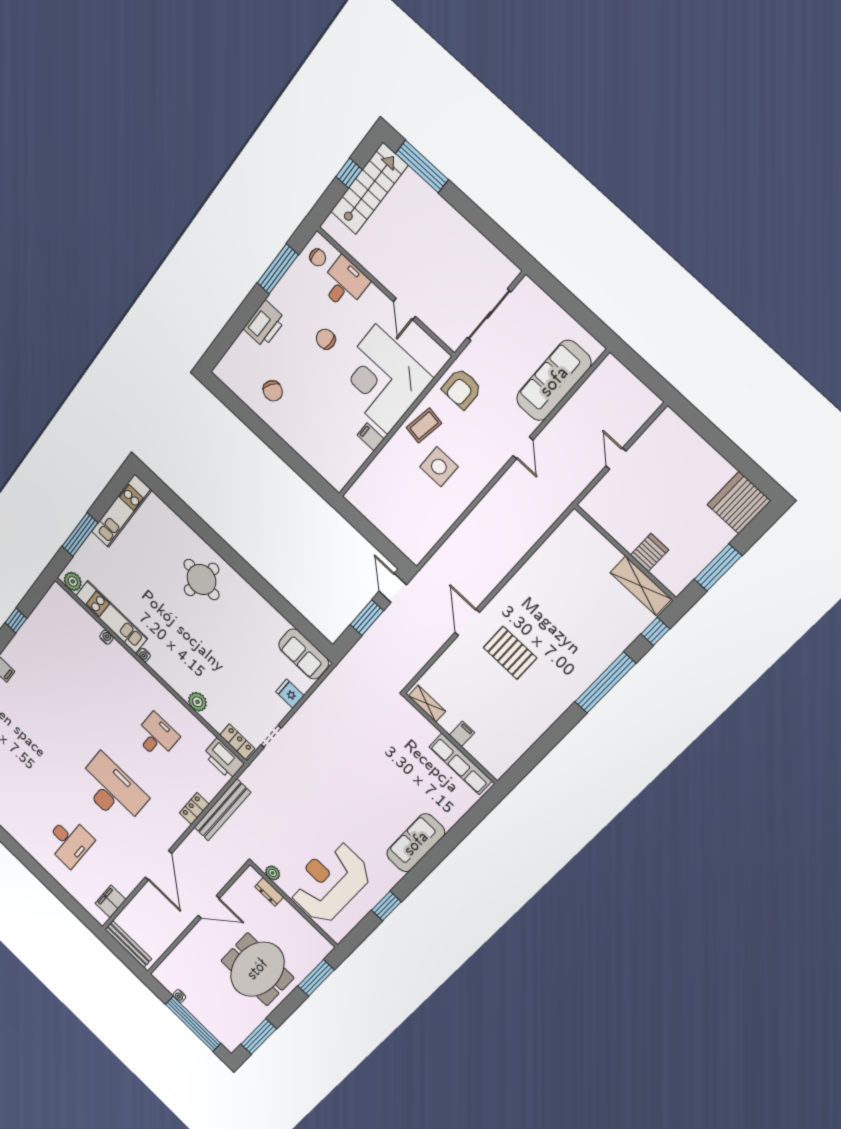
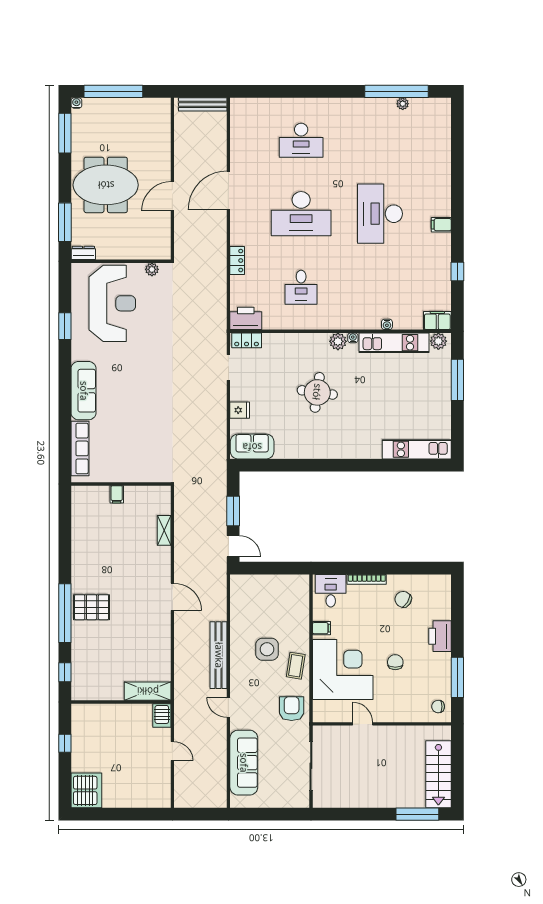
window: (349, 173) -> (457, 773), removed
desk: (344, 283) -> (331, 591), moved, turned 180
chair: (326, 339) -> (395, 662), turned -90
bookcase: (292, 441) -> (367, 579), added
kitchen unit: (121, 511) -> (417, 449), moved, turned 90
server rack: (650, 552) -> (162, 715), moved
window: (718, 568) -> (65, 743), width x0.46
round table: (202, 580) -> (317, 392), moved
shelving: (641, 586) -> (148, 691), moved
door: (467, 622) -> (172, 597), moved
pallet: (510, 653) -> (92, 607), moved
plant: (197, 702) -> (338, 341), moved
shelving: (427, 704) -> (164, 530), moved, turned 90
desk: (47, 726) -> (380, 214), added
row of seats: (461, 764) -> (80, 448), moved, turned 90
bench: (222, 810) -> (219, 655), moved
desk: (69, 842) -> (301, 140), turned -90
door: (158, 865) -> (228, 190), hinge flipped
dresser: (269, 892) -> (83, 253), moved
filing cabinet: (111, 901) -> (437, 321), moved, turned -90
meeting table: (257, 969) -> (106, 185), turned 90
water cooler: (179, 996) -> (76, 103), moved

